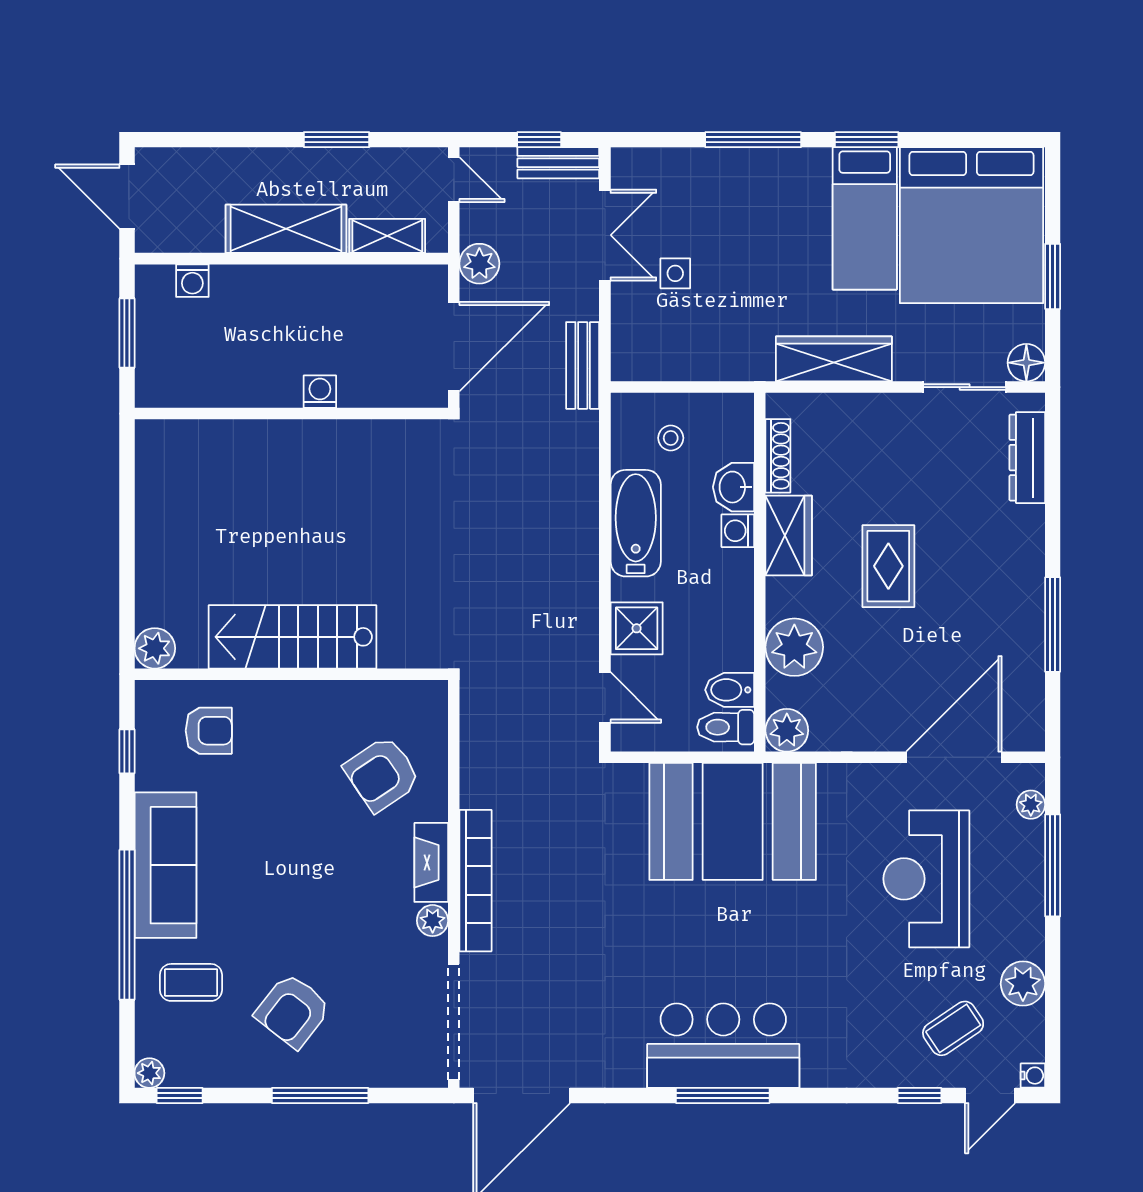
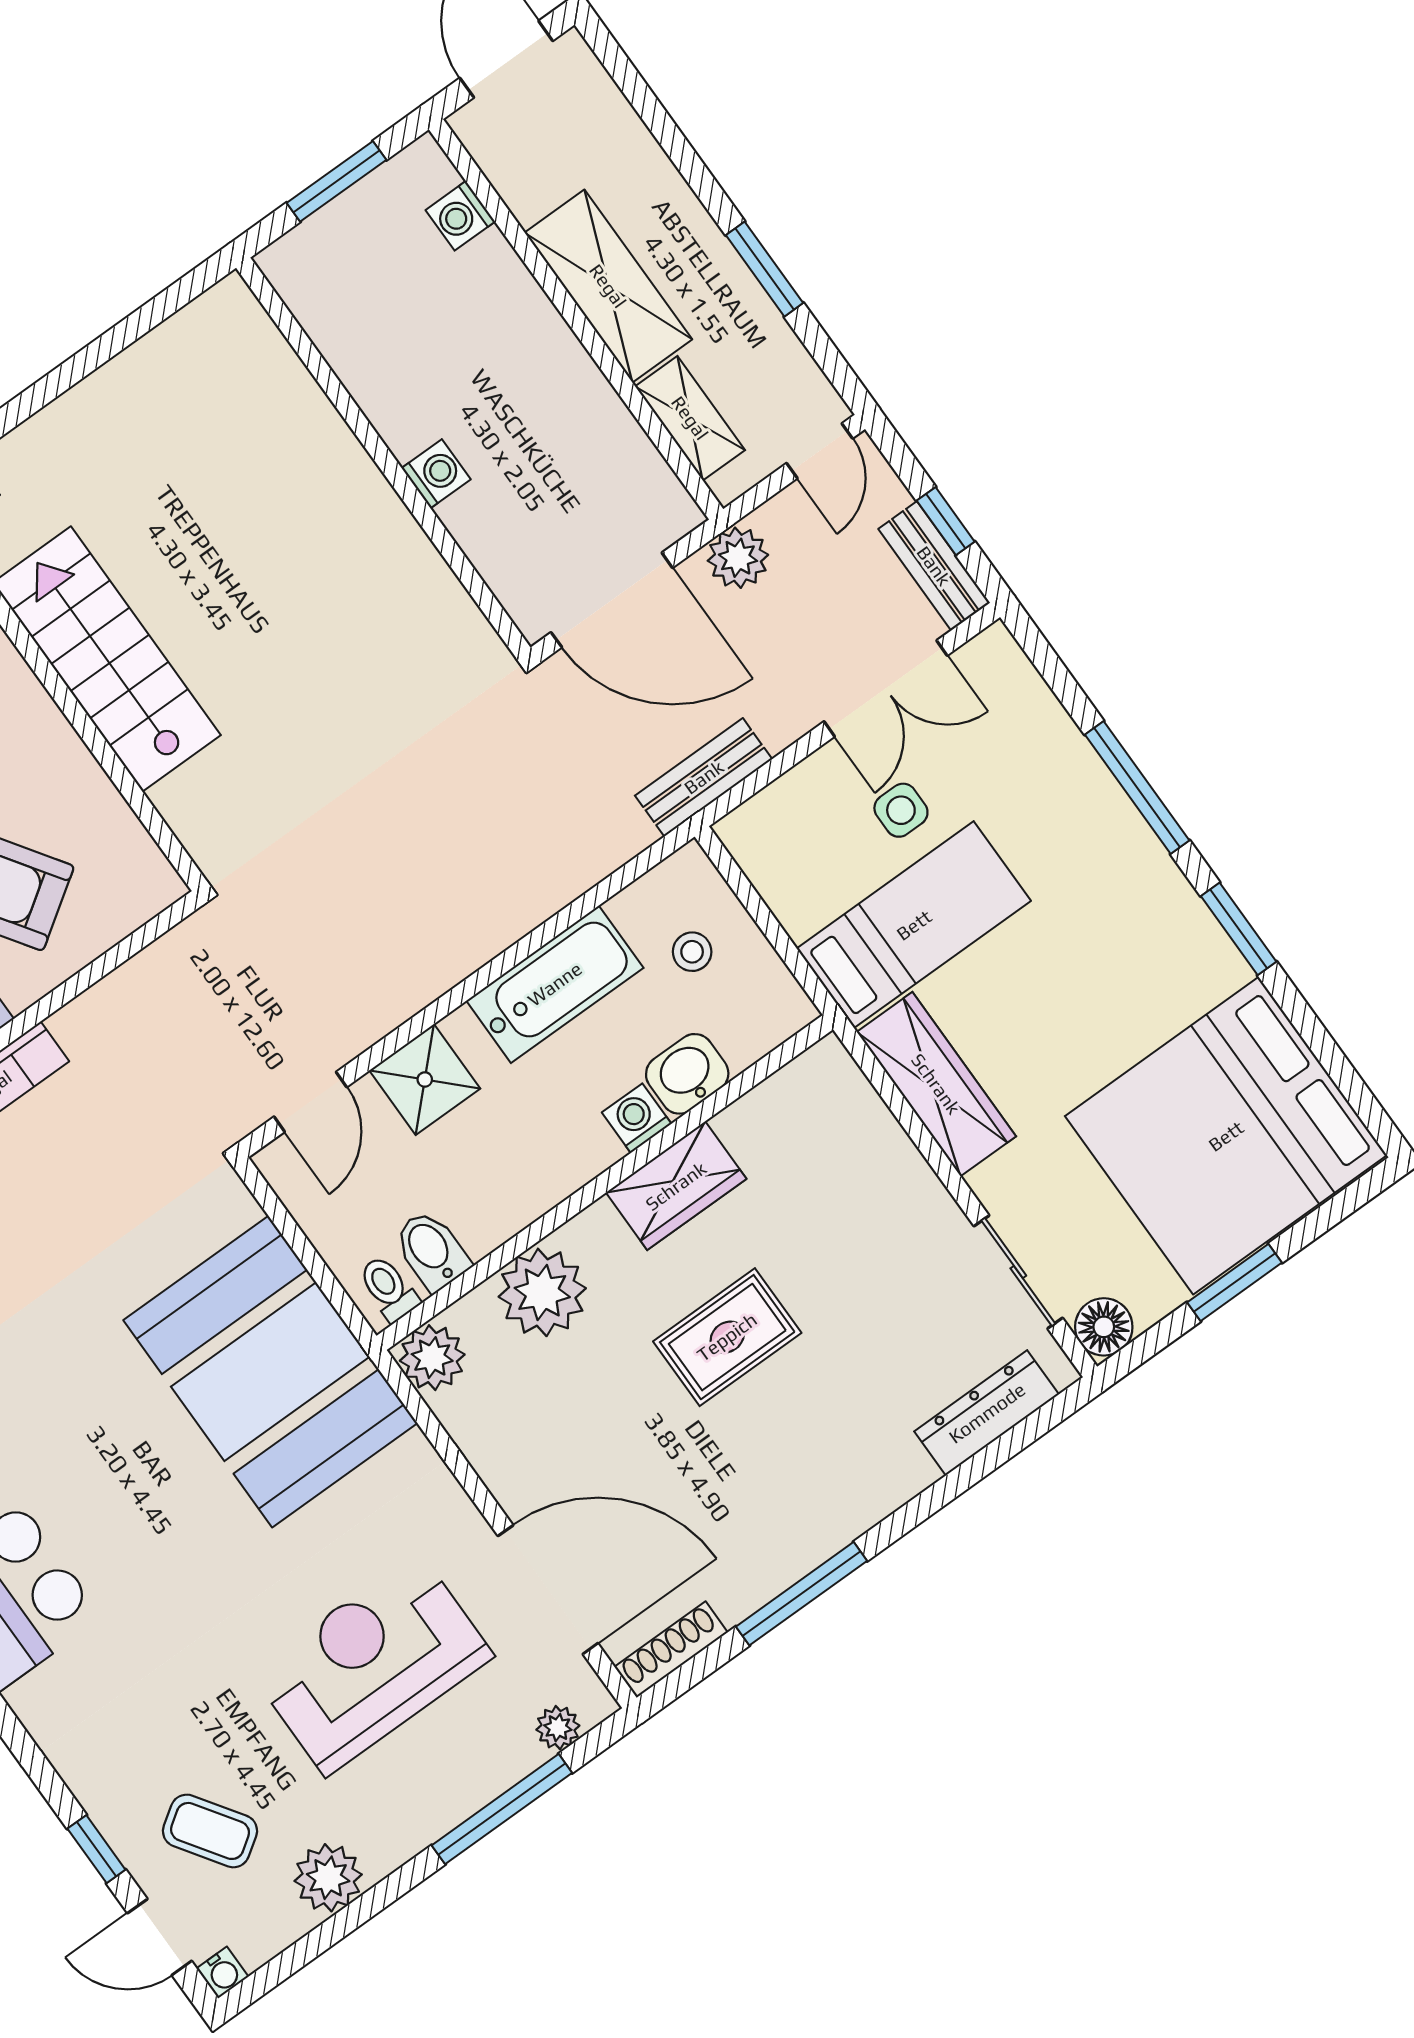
bed: (865, 218) -> (914, 925), moved, turned 180
shoe rack: (778, 456) -> (671, 1650), moved, turned 180
toilet: (726, 727) -> (388, 1288), width x0.73, depth x0.72

